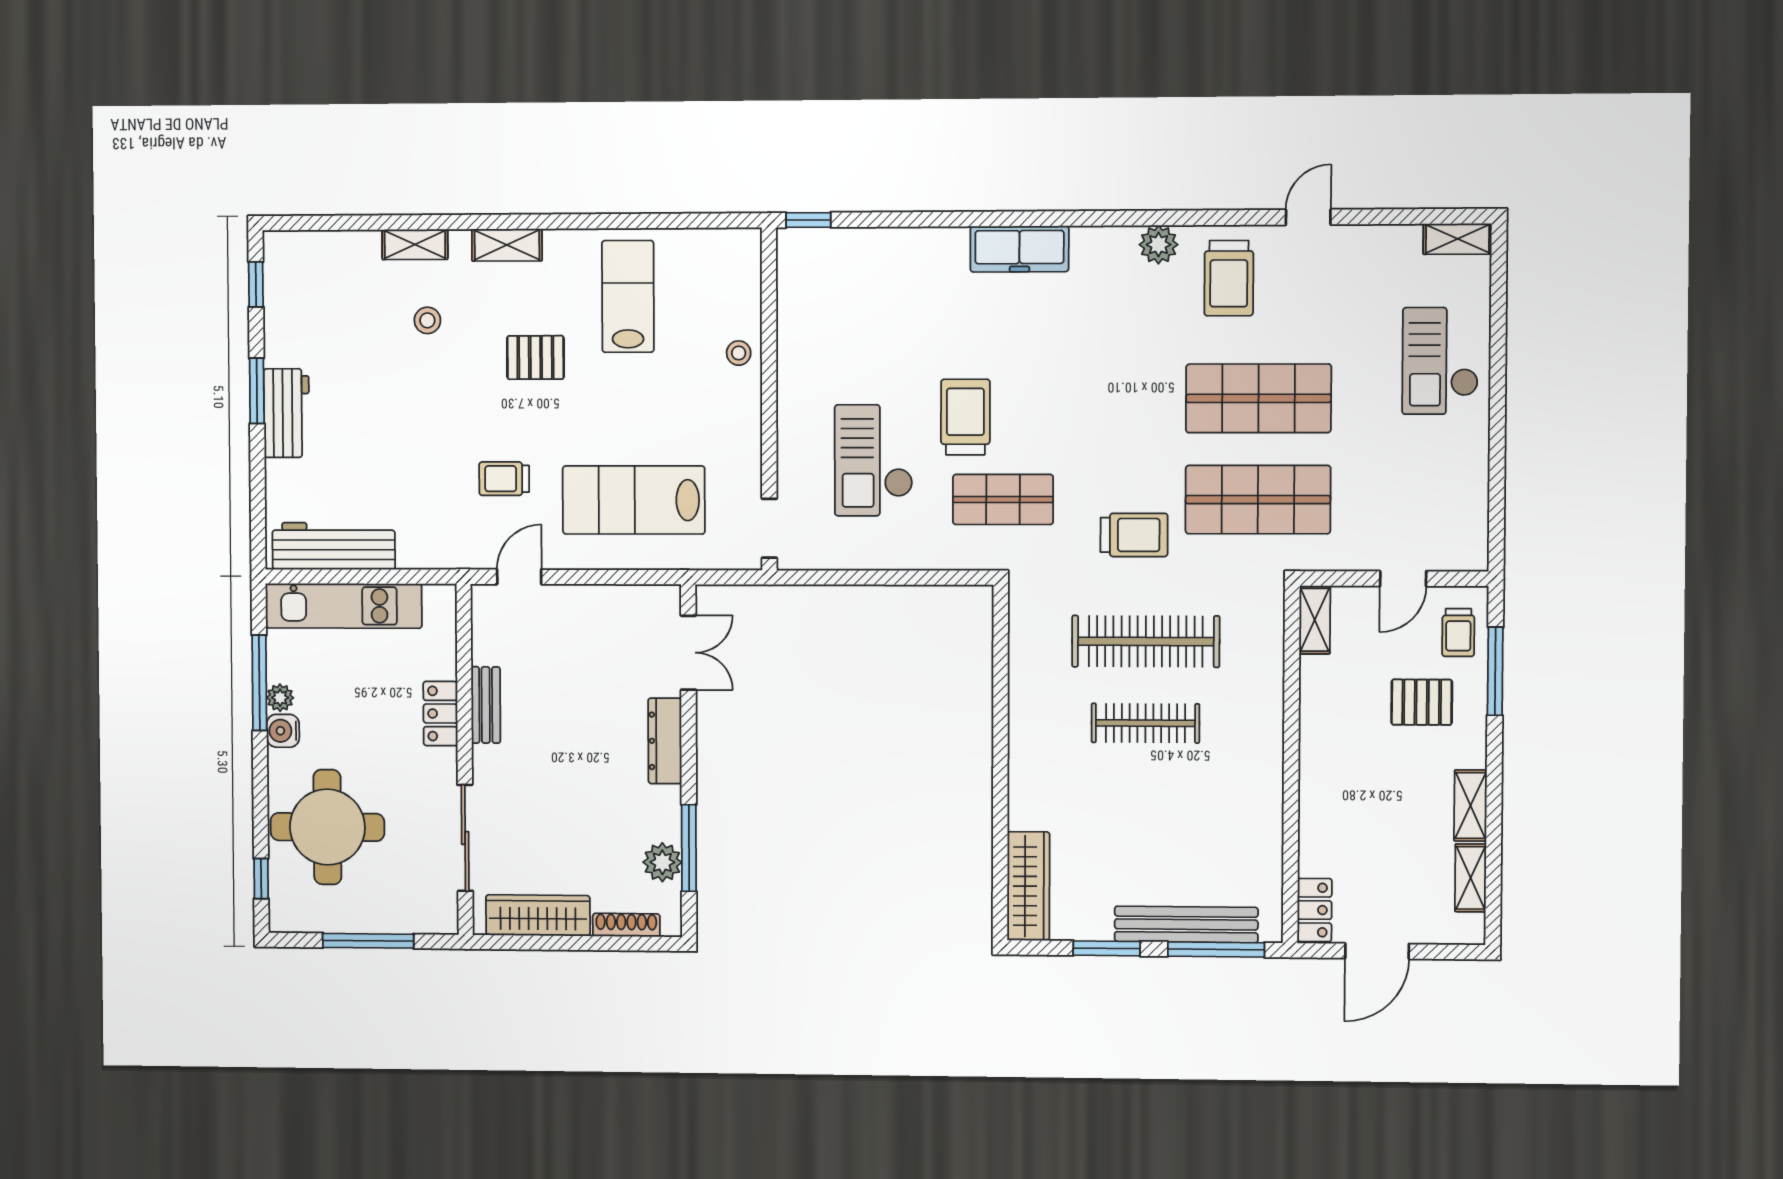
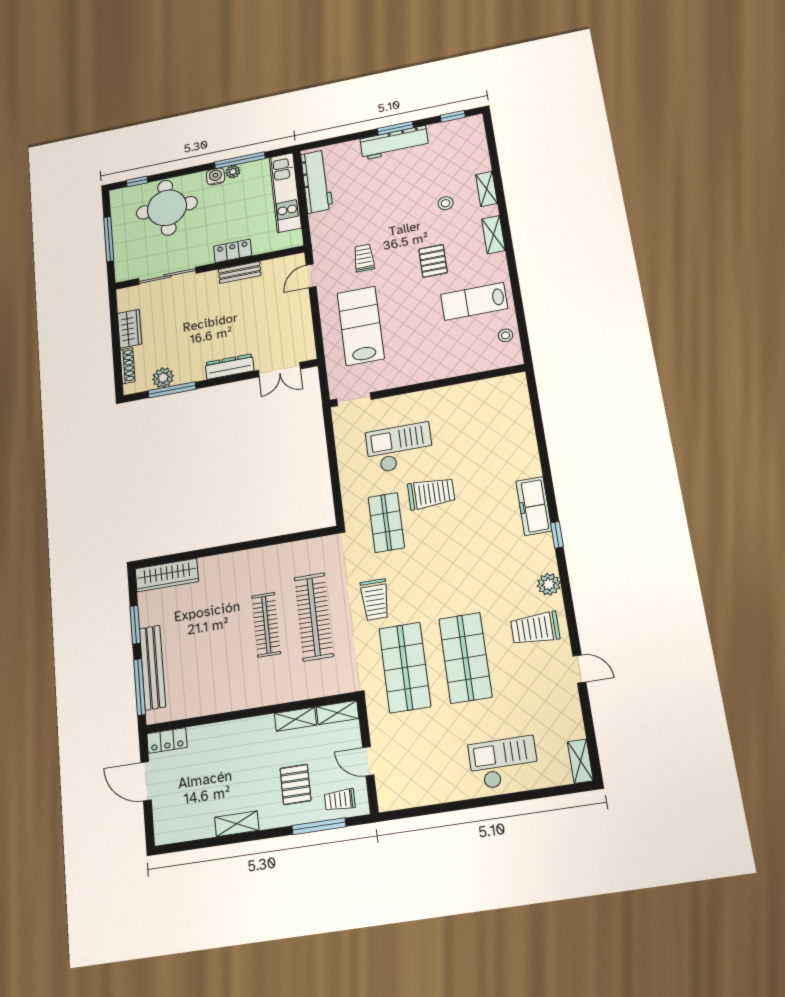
window: (808, 220) -> (557, 535), moved
lab bench: (628, 296) -> (474, 301), turned 180
stool: (739, 353) -> (506, 335), moved
workbench: (286, 413) -> (394, 143), width x1.37
door: (519, 577) -> (311, 276), swing flipped
shelving: (1471, 878) -> (295, 719), moved
wardrobe: (538, 915) -> (130, 329), width x0.67

